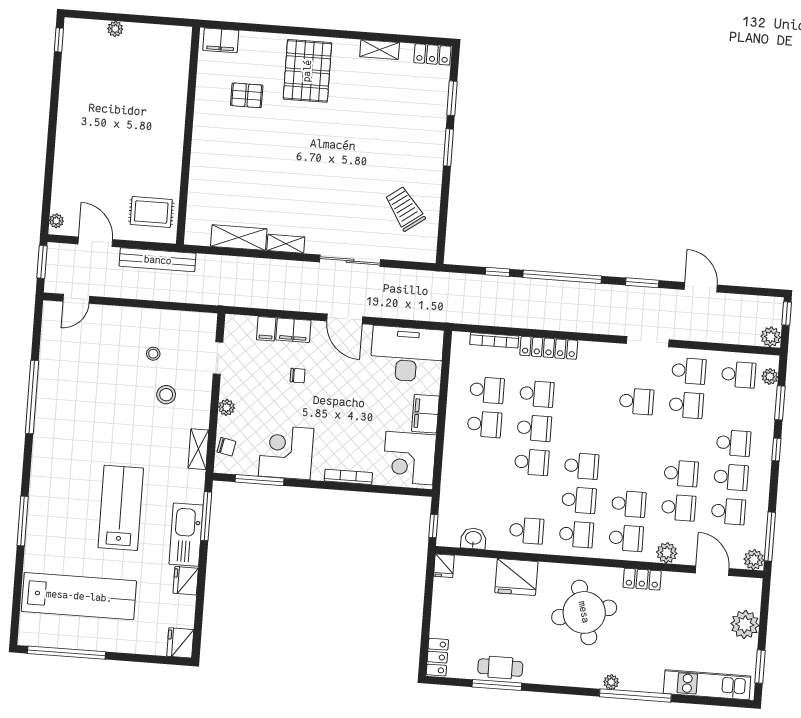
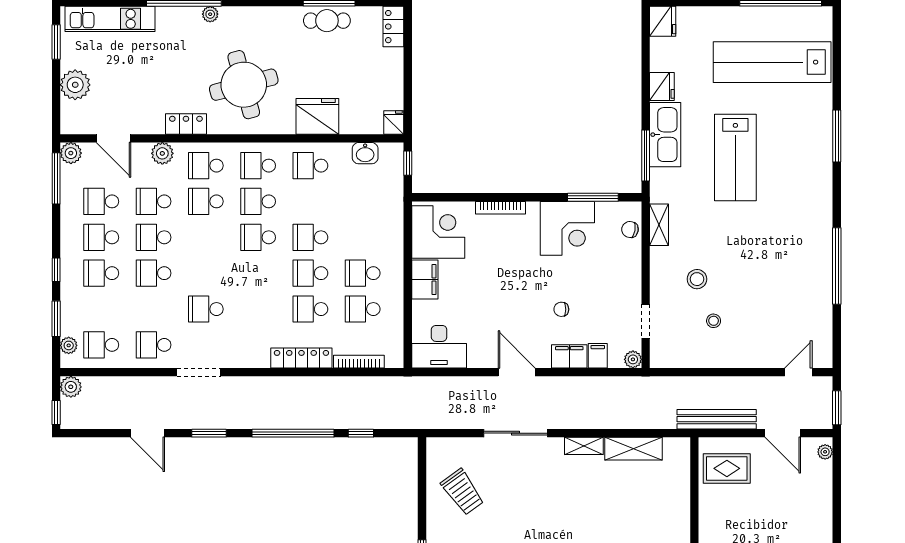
desk: (407, 354) -> (439, 347), width x0.73, depth x0.77
school desk: (686, 405) -> (154, 273), moved
plant: (227, 407) -> (633, 359), moved

